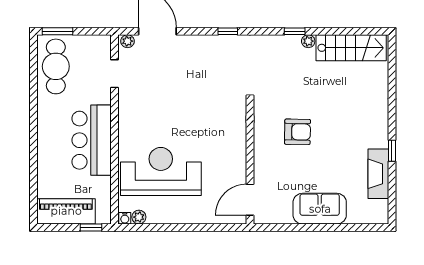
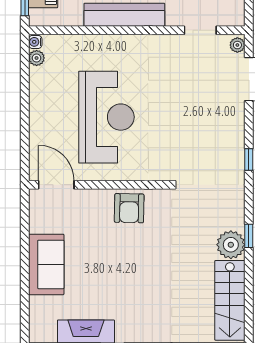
plant: (308, 41) -> (231, 245), width x1.88, depth x1.88
armchair: (297, 132) -> (129, 208), moved
reception desk: (161, 171) -> (106, 117), moved

